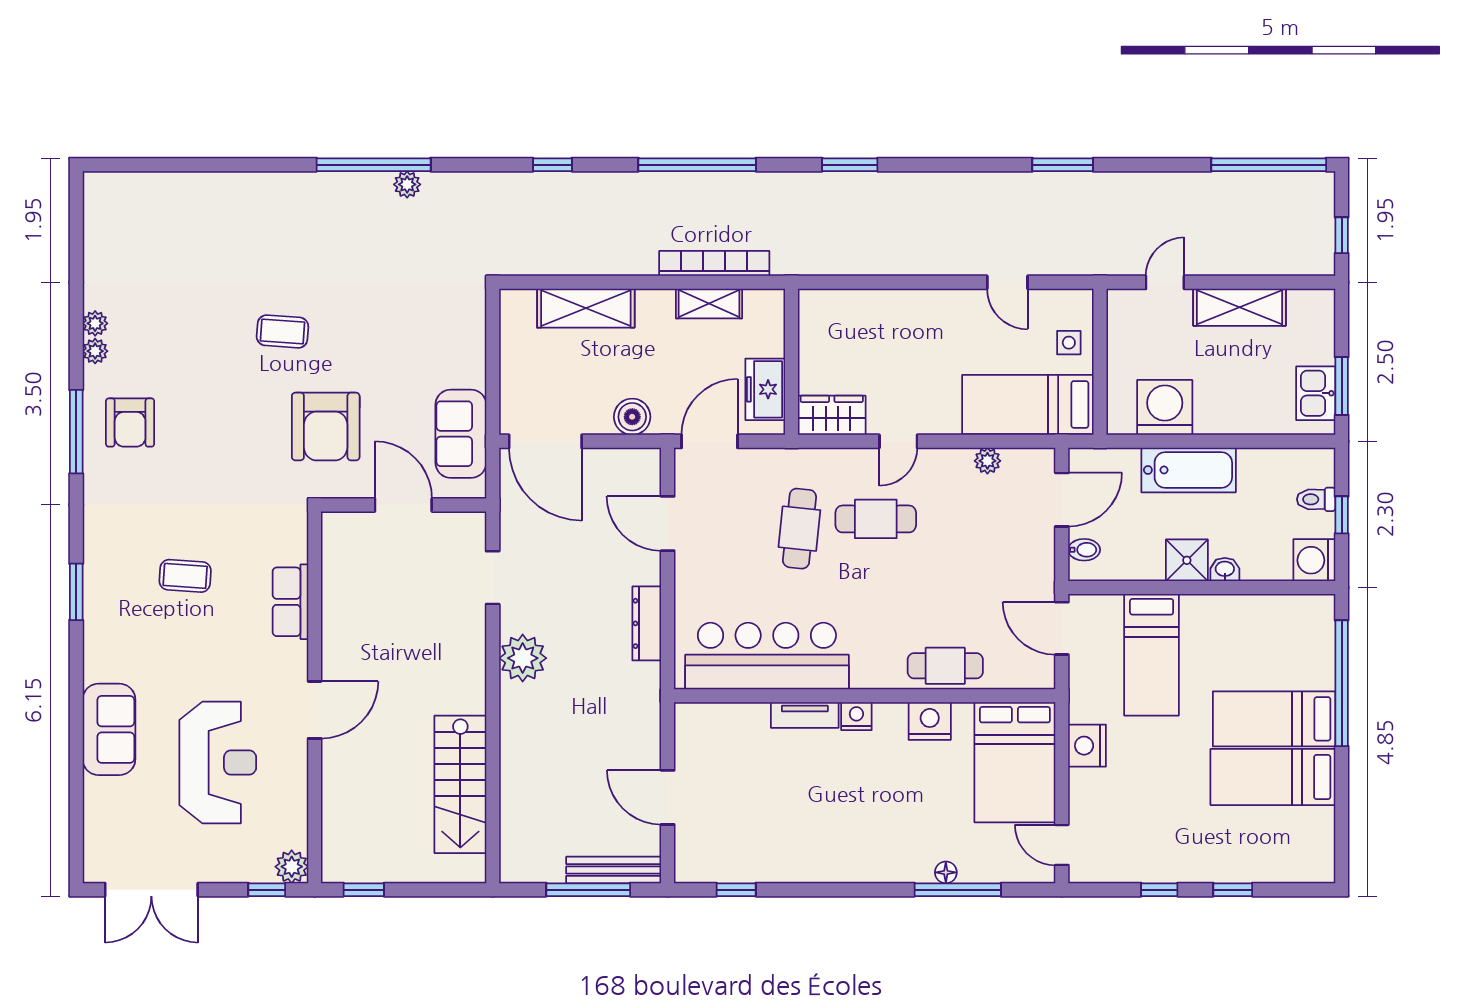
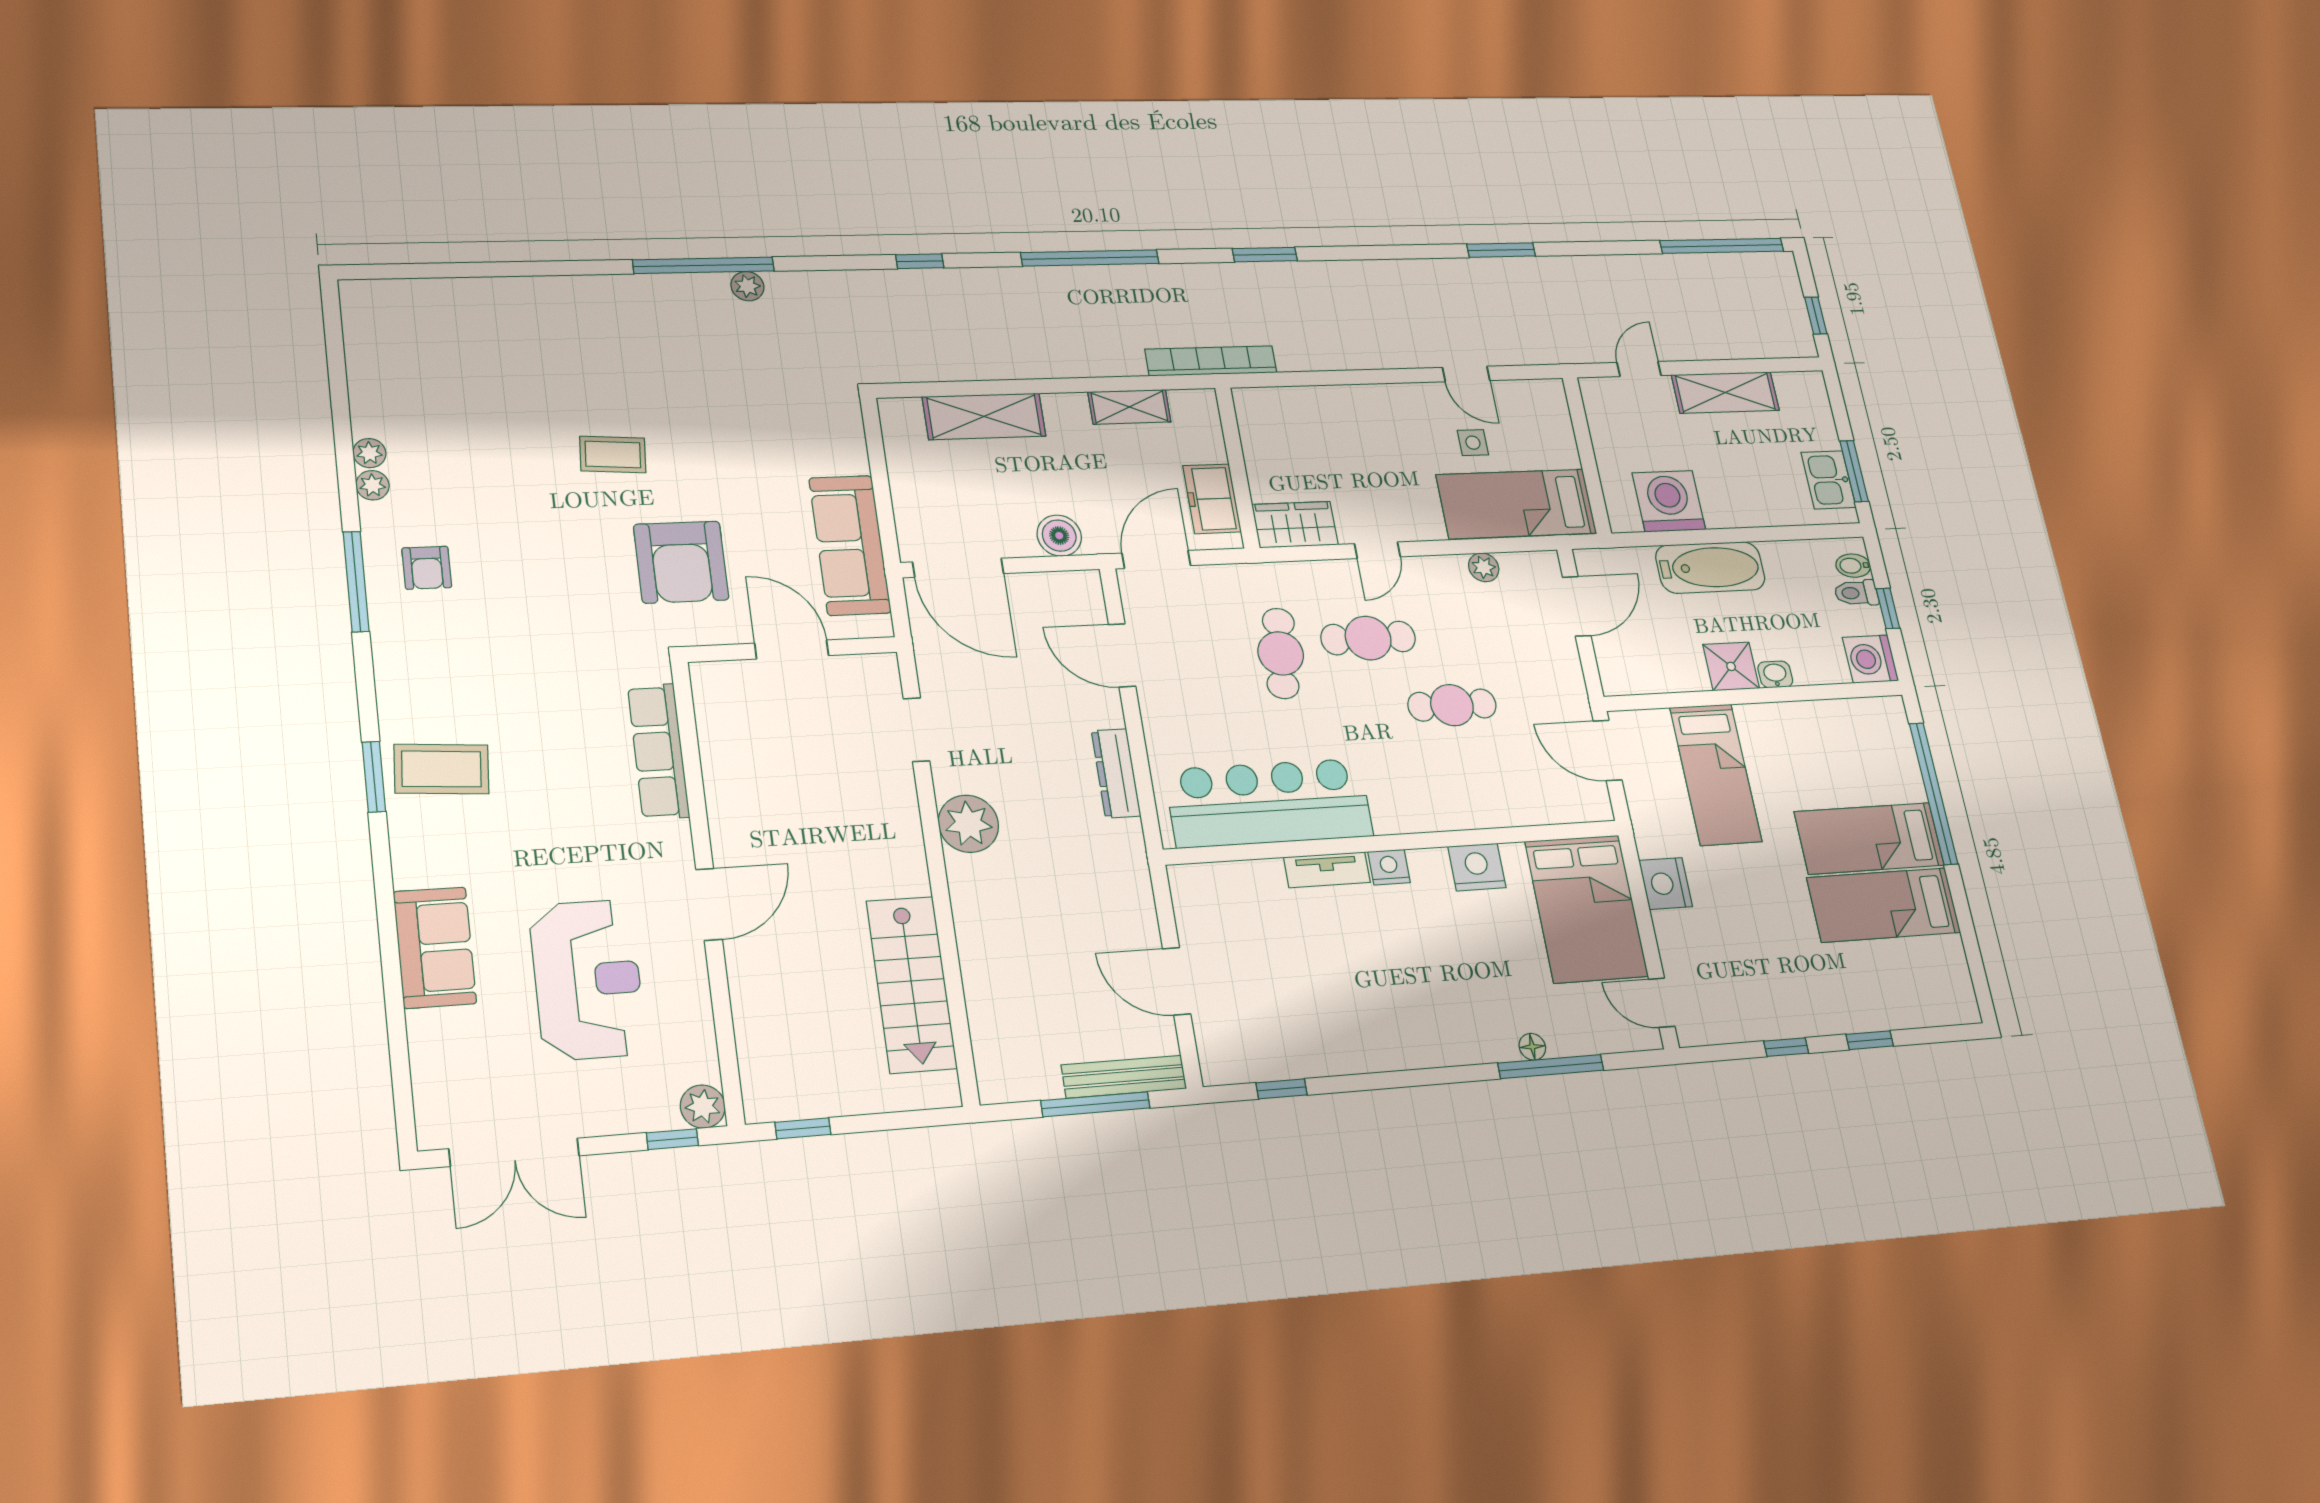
bookcase: (714, 263) -> (1211, 361), moved
side table: (1069, 343) -> (1473, 443), moved
armchair: (130, 423) -> (427, 568), width x0.72, depth x0.72
sofa: (461, 434) -> (850, 545), width x1.36
bidet: (1084, 550) -> (1853, 566), moved, turned 180
coffee table: (185, 576) -> (441, 769), moved, width x1.36, depth x1.30
row of seats: (290, 602) -> (658, 751), width x1.48
cafe table: (945, 666) -> (1452, 705), moved

